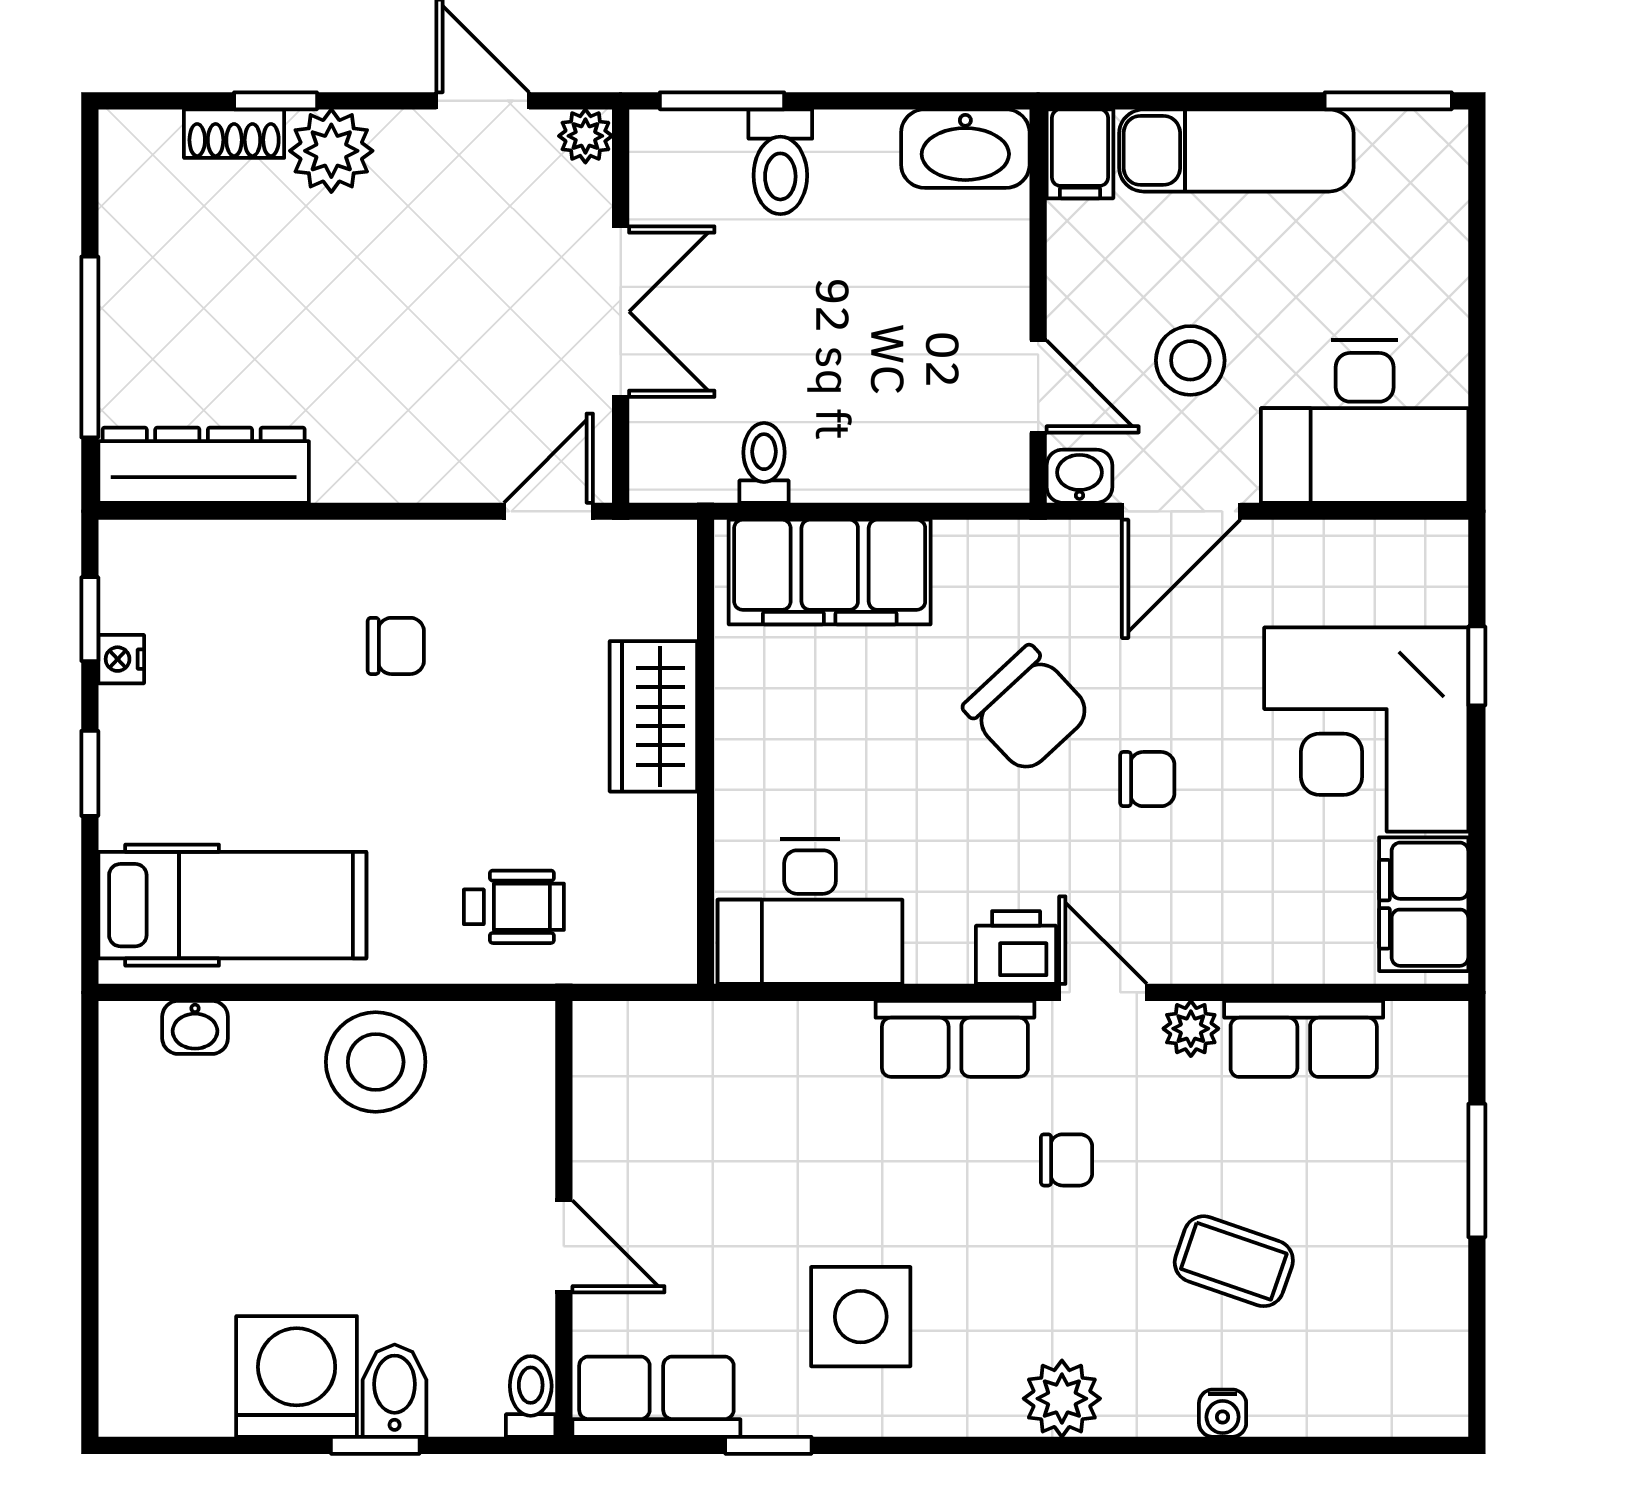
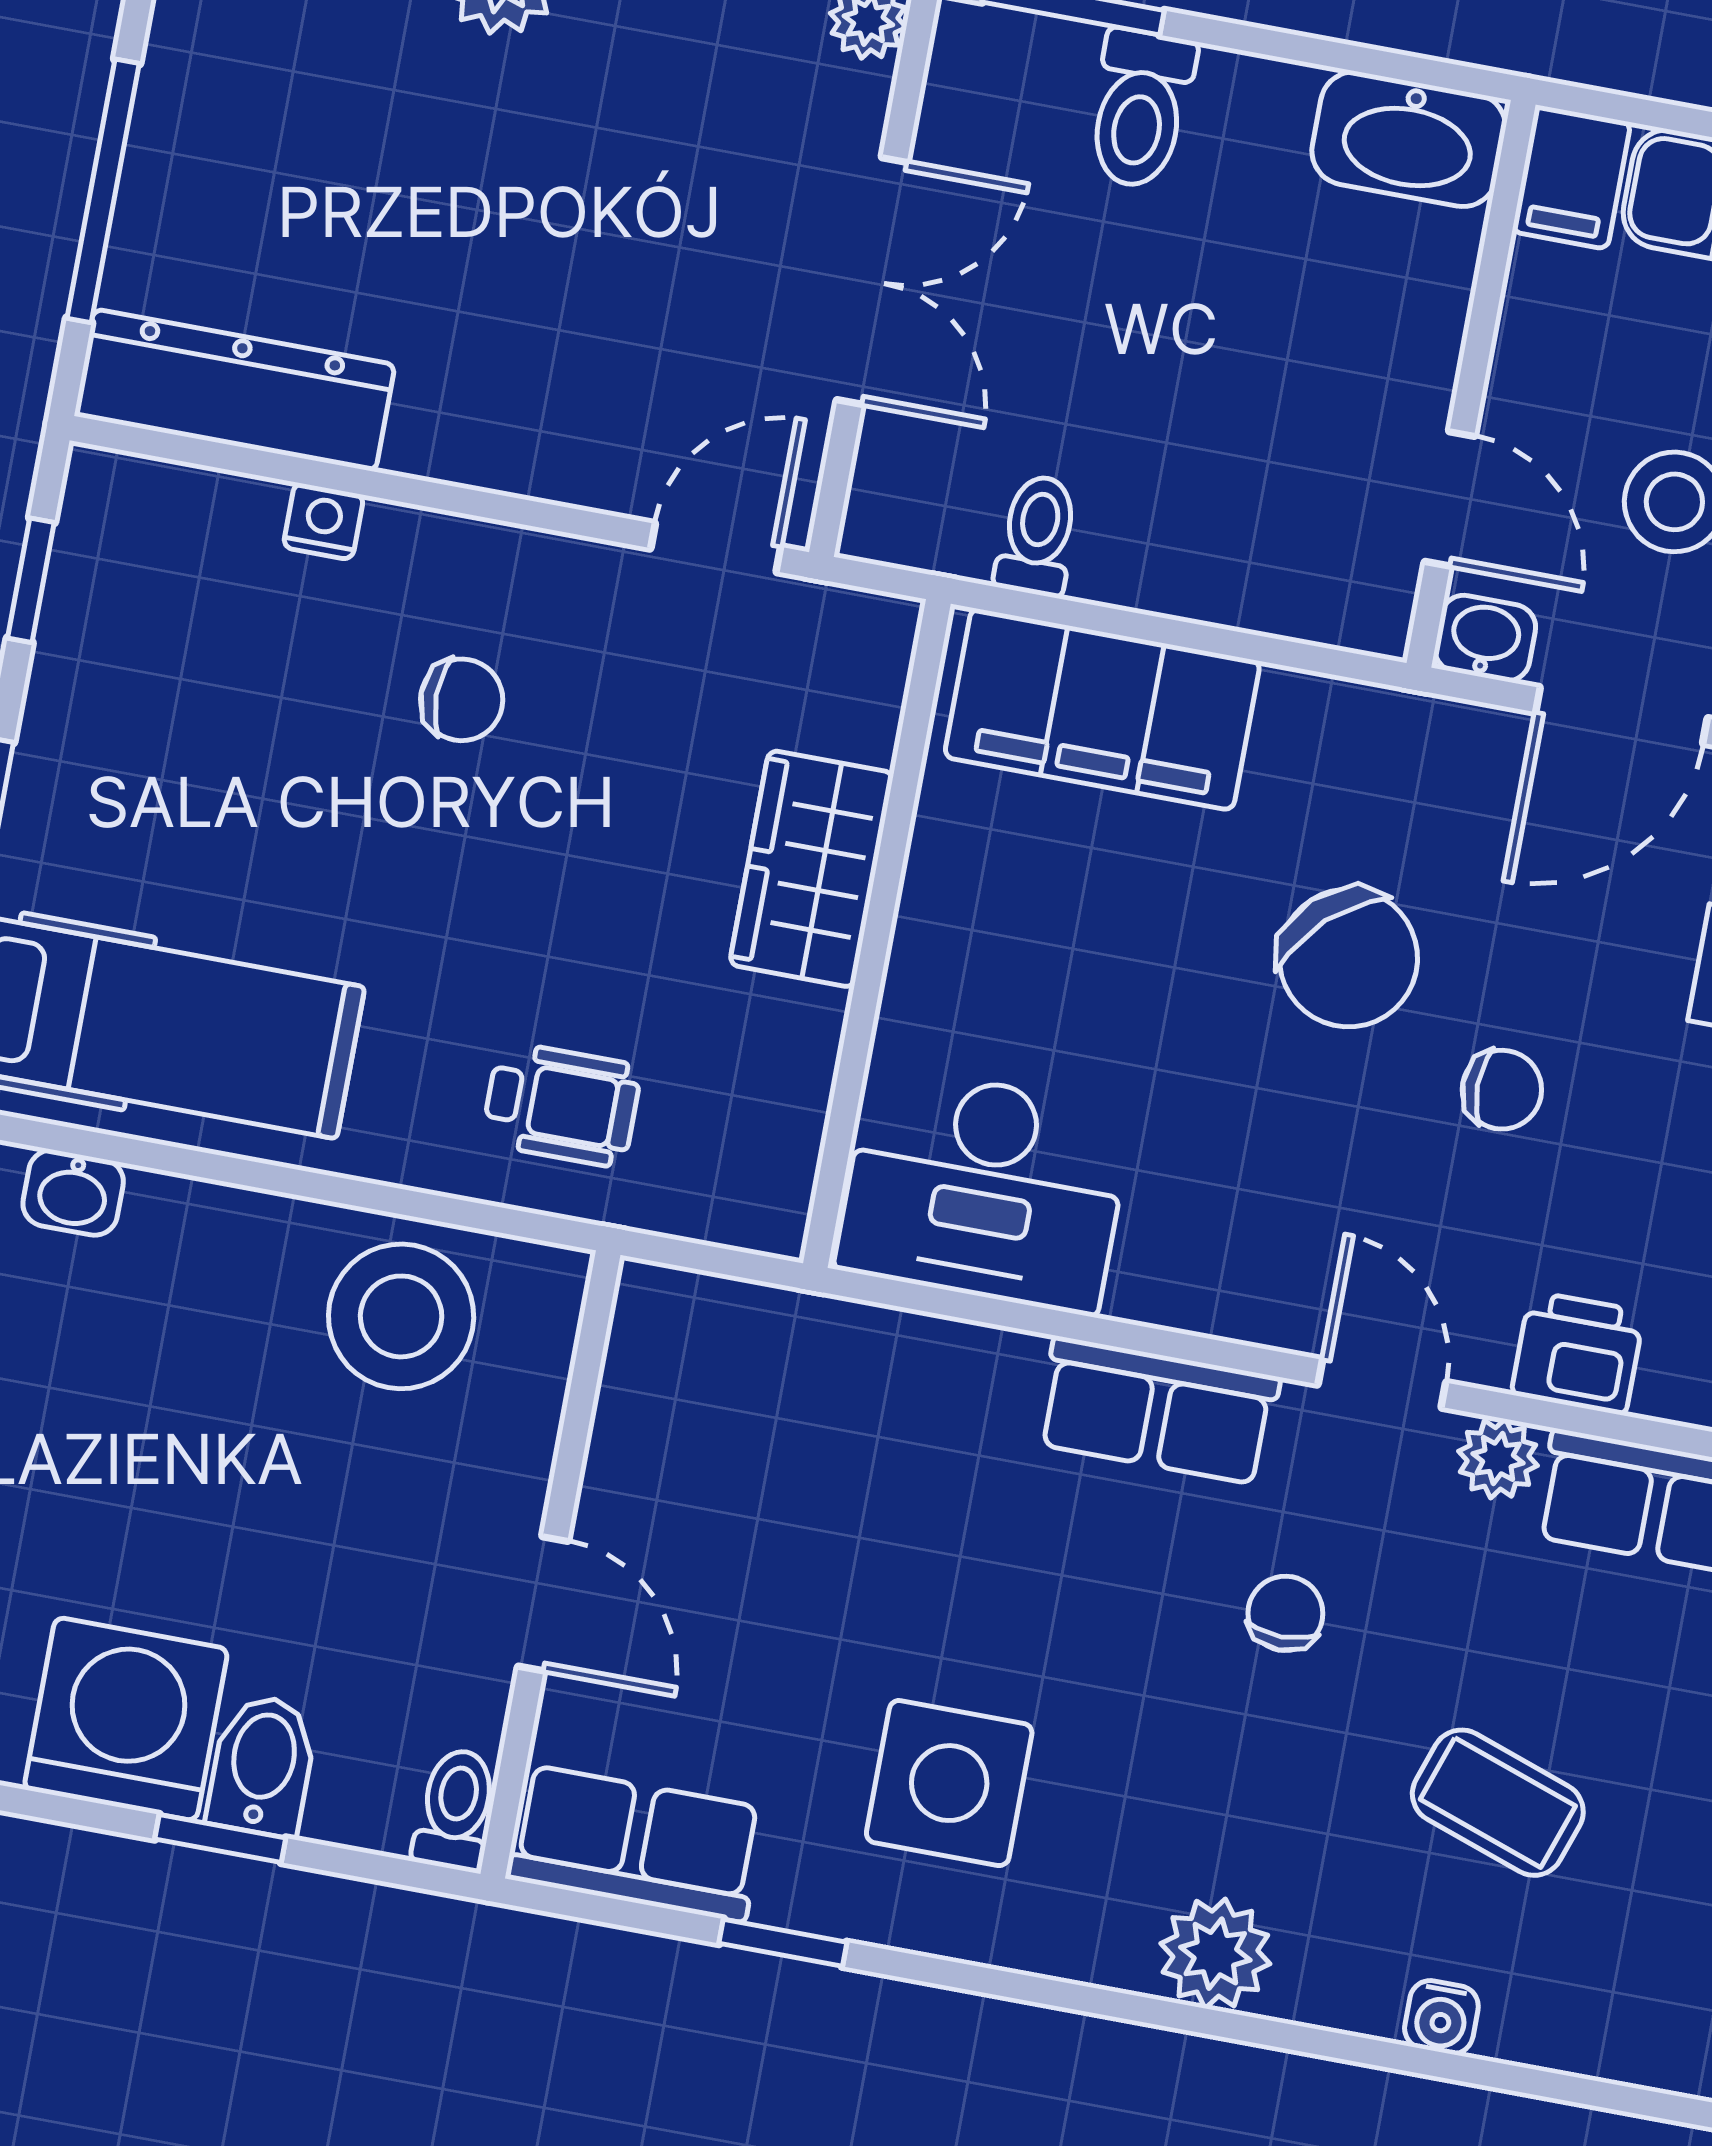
nightstand: (121, 659) -> (323, 521), moved, turned 90
printer: (1016, 948) -> (1578, 1353), moved
stool: (376, 1062) -> (401, 1316), moved
chair: (1067, 1160) -> (1285, 1613), turned -90

